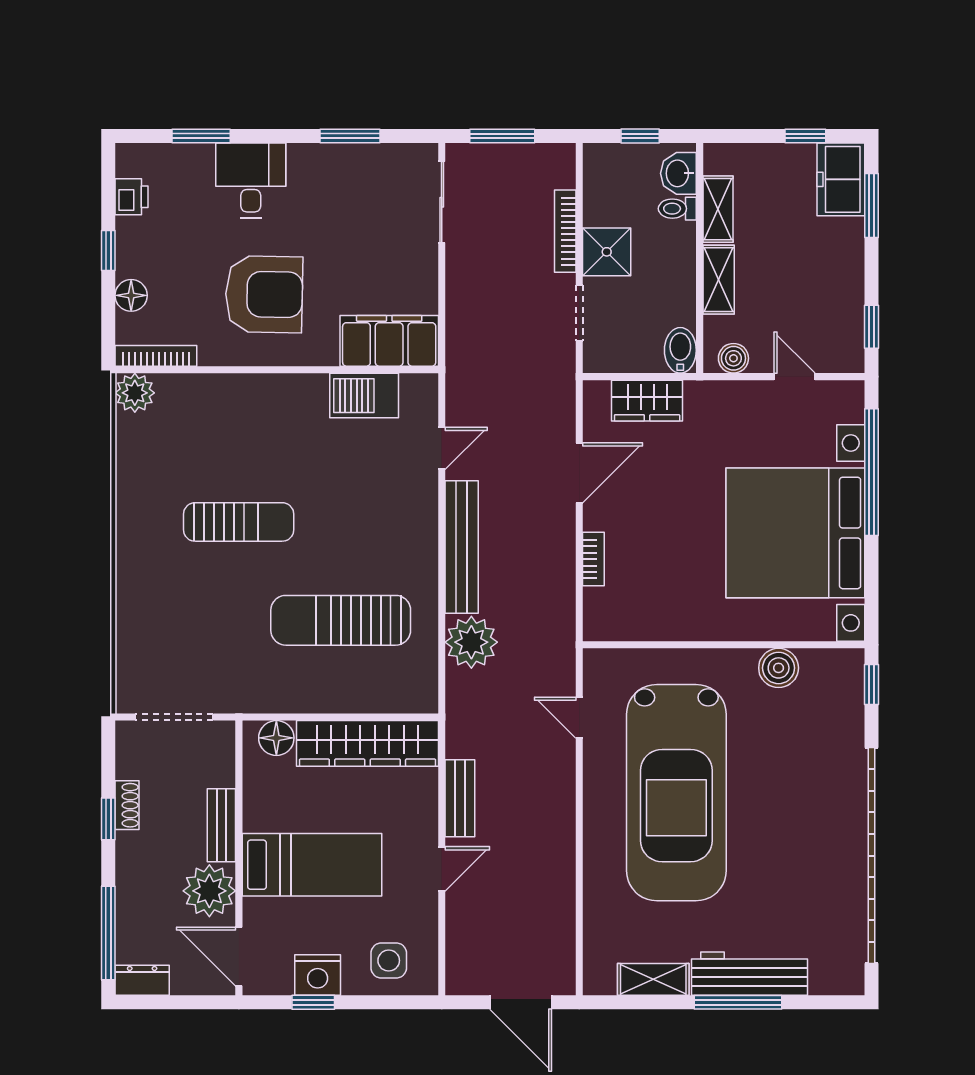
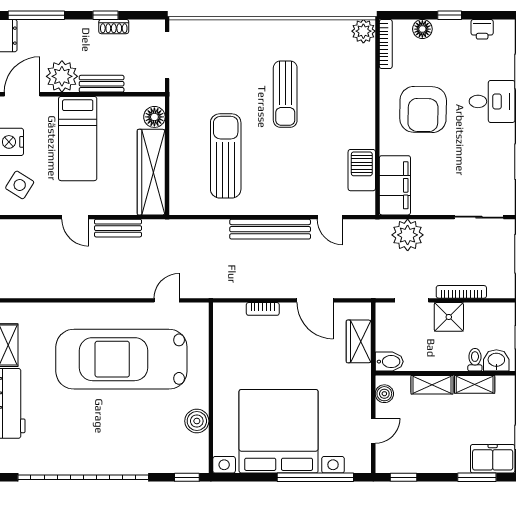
plant: (471, 642) -> (408, 235), moved
side table: (389, 961) -> (20, 185), turned 32

